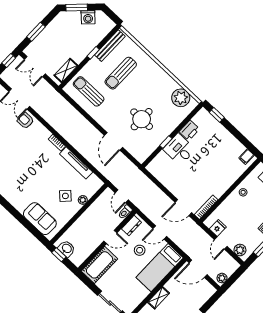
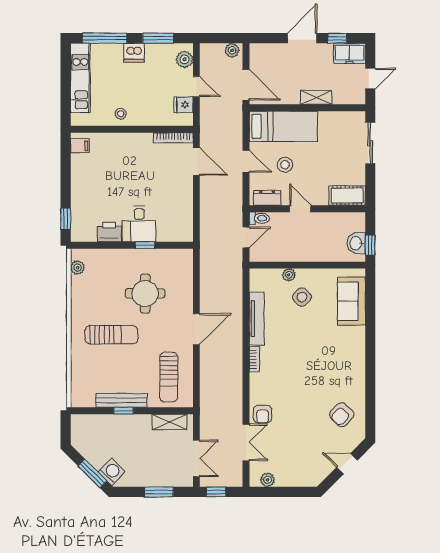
washing machine: (88, 17) -> (112, 472), moved
bench: (110, 46) -> (122, 400), moved
sun lounger: (121, 73) -> (111, 335), moved
plant: (181, 98) -> (77, 268), width x0.53, depth x0.53
door: (114, 141) -> (196, 329), moved
door: (221, 243) -> (196, 86), hinge flipped
cot: (100, 265) -> (347, 196), width x0.73, depth x0.75

